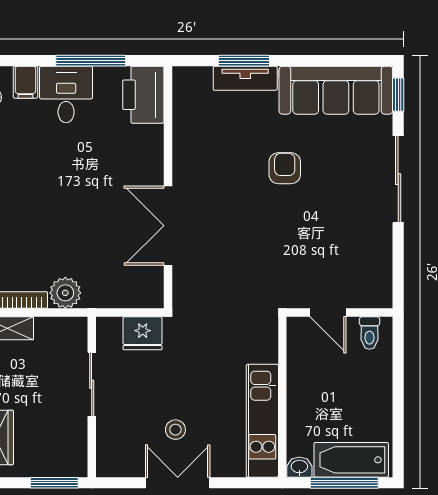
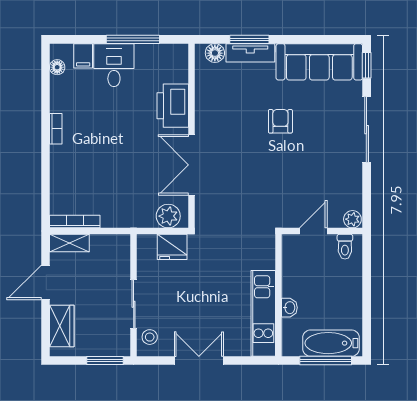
floor lamp: (199, 79) -> (215, 53), added
printer: (143, 95) -> (173, 106), moved
plant: (65, 293) -> (168, 216), moved
plant: (379, 297) -> (352, 219), added
door: (328, 313) -> (313, 231), swing flipped
sliding door: (92, 384) -> (134, 304), moved
stool: (175, 430) -> (150, 337), moved
washbasin: (299, 467) -> (289, 308), moved, turned 90

